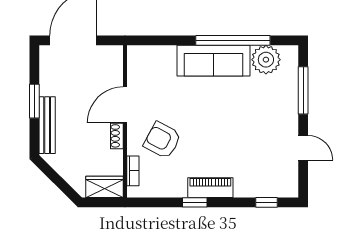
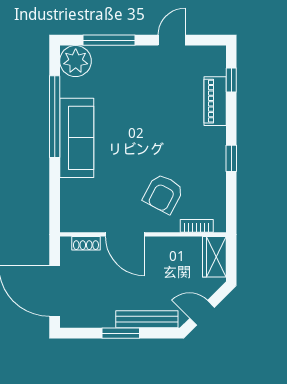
plant: (266, 60) -> (76, 61), moved
shoe rack: (117, 136) -> (86, 243), moved
door: (53, 176) -> (202, 313), added
piano: (210, 188) -> (215, 101), moved

